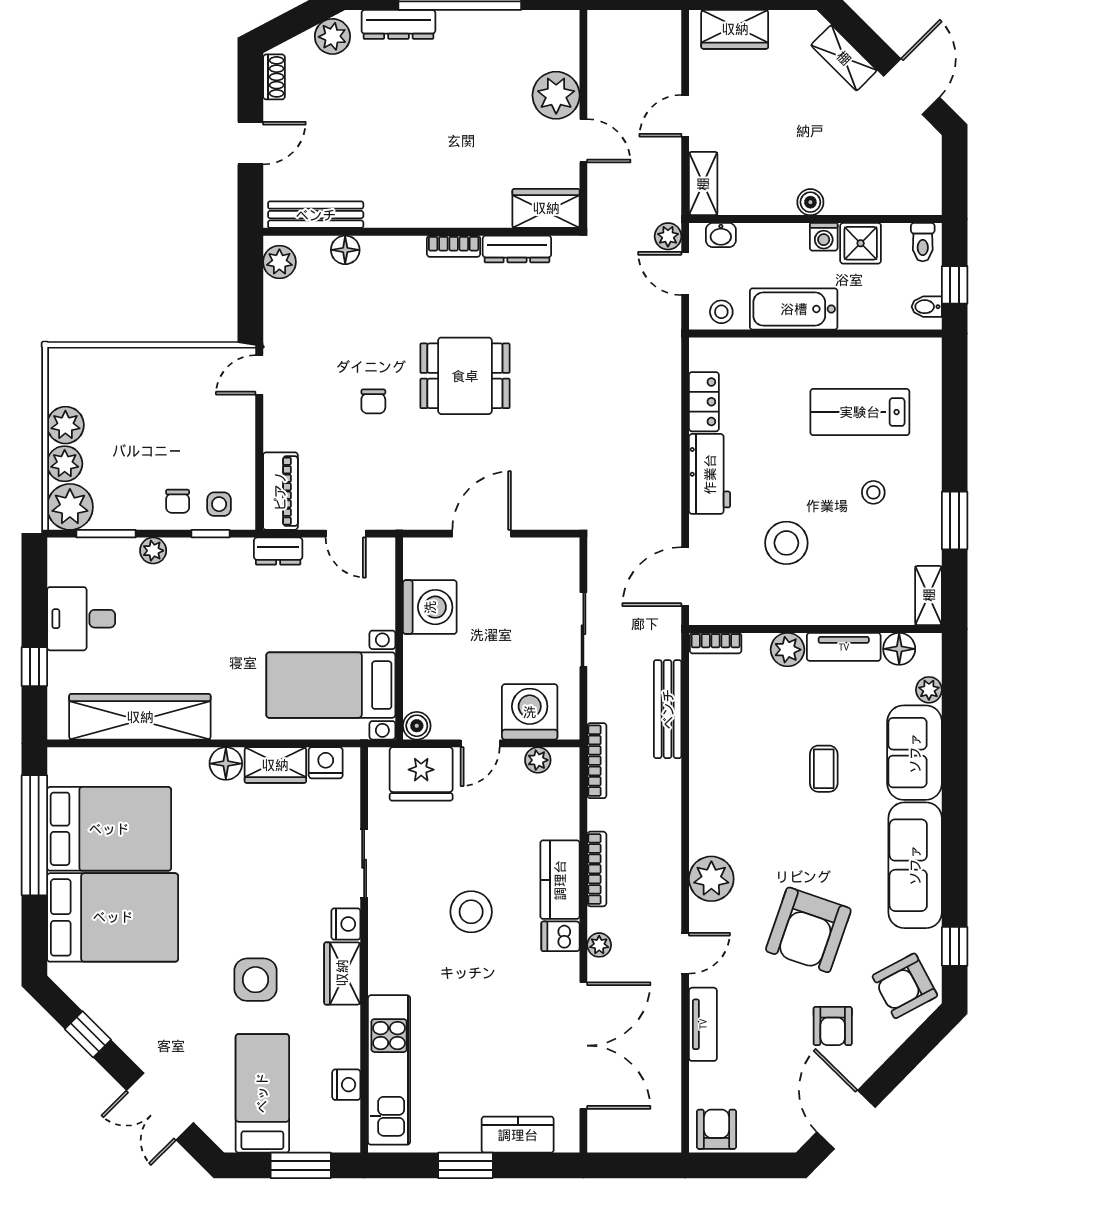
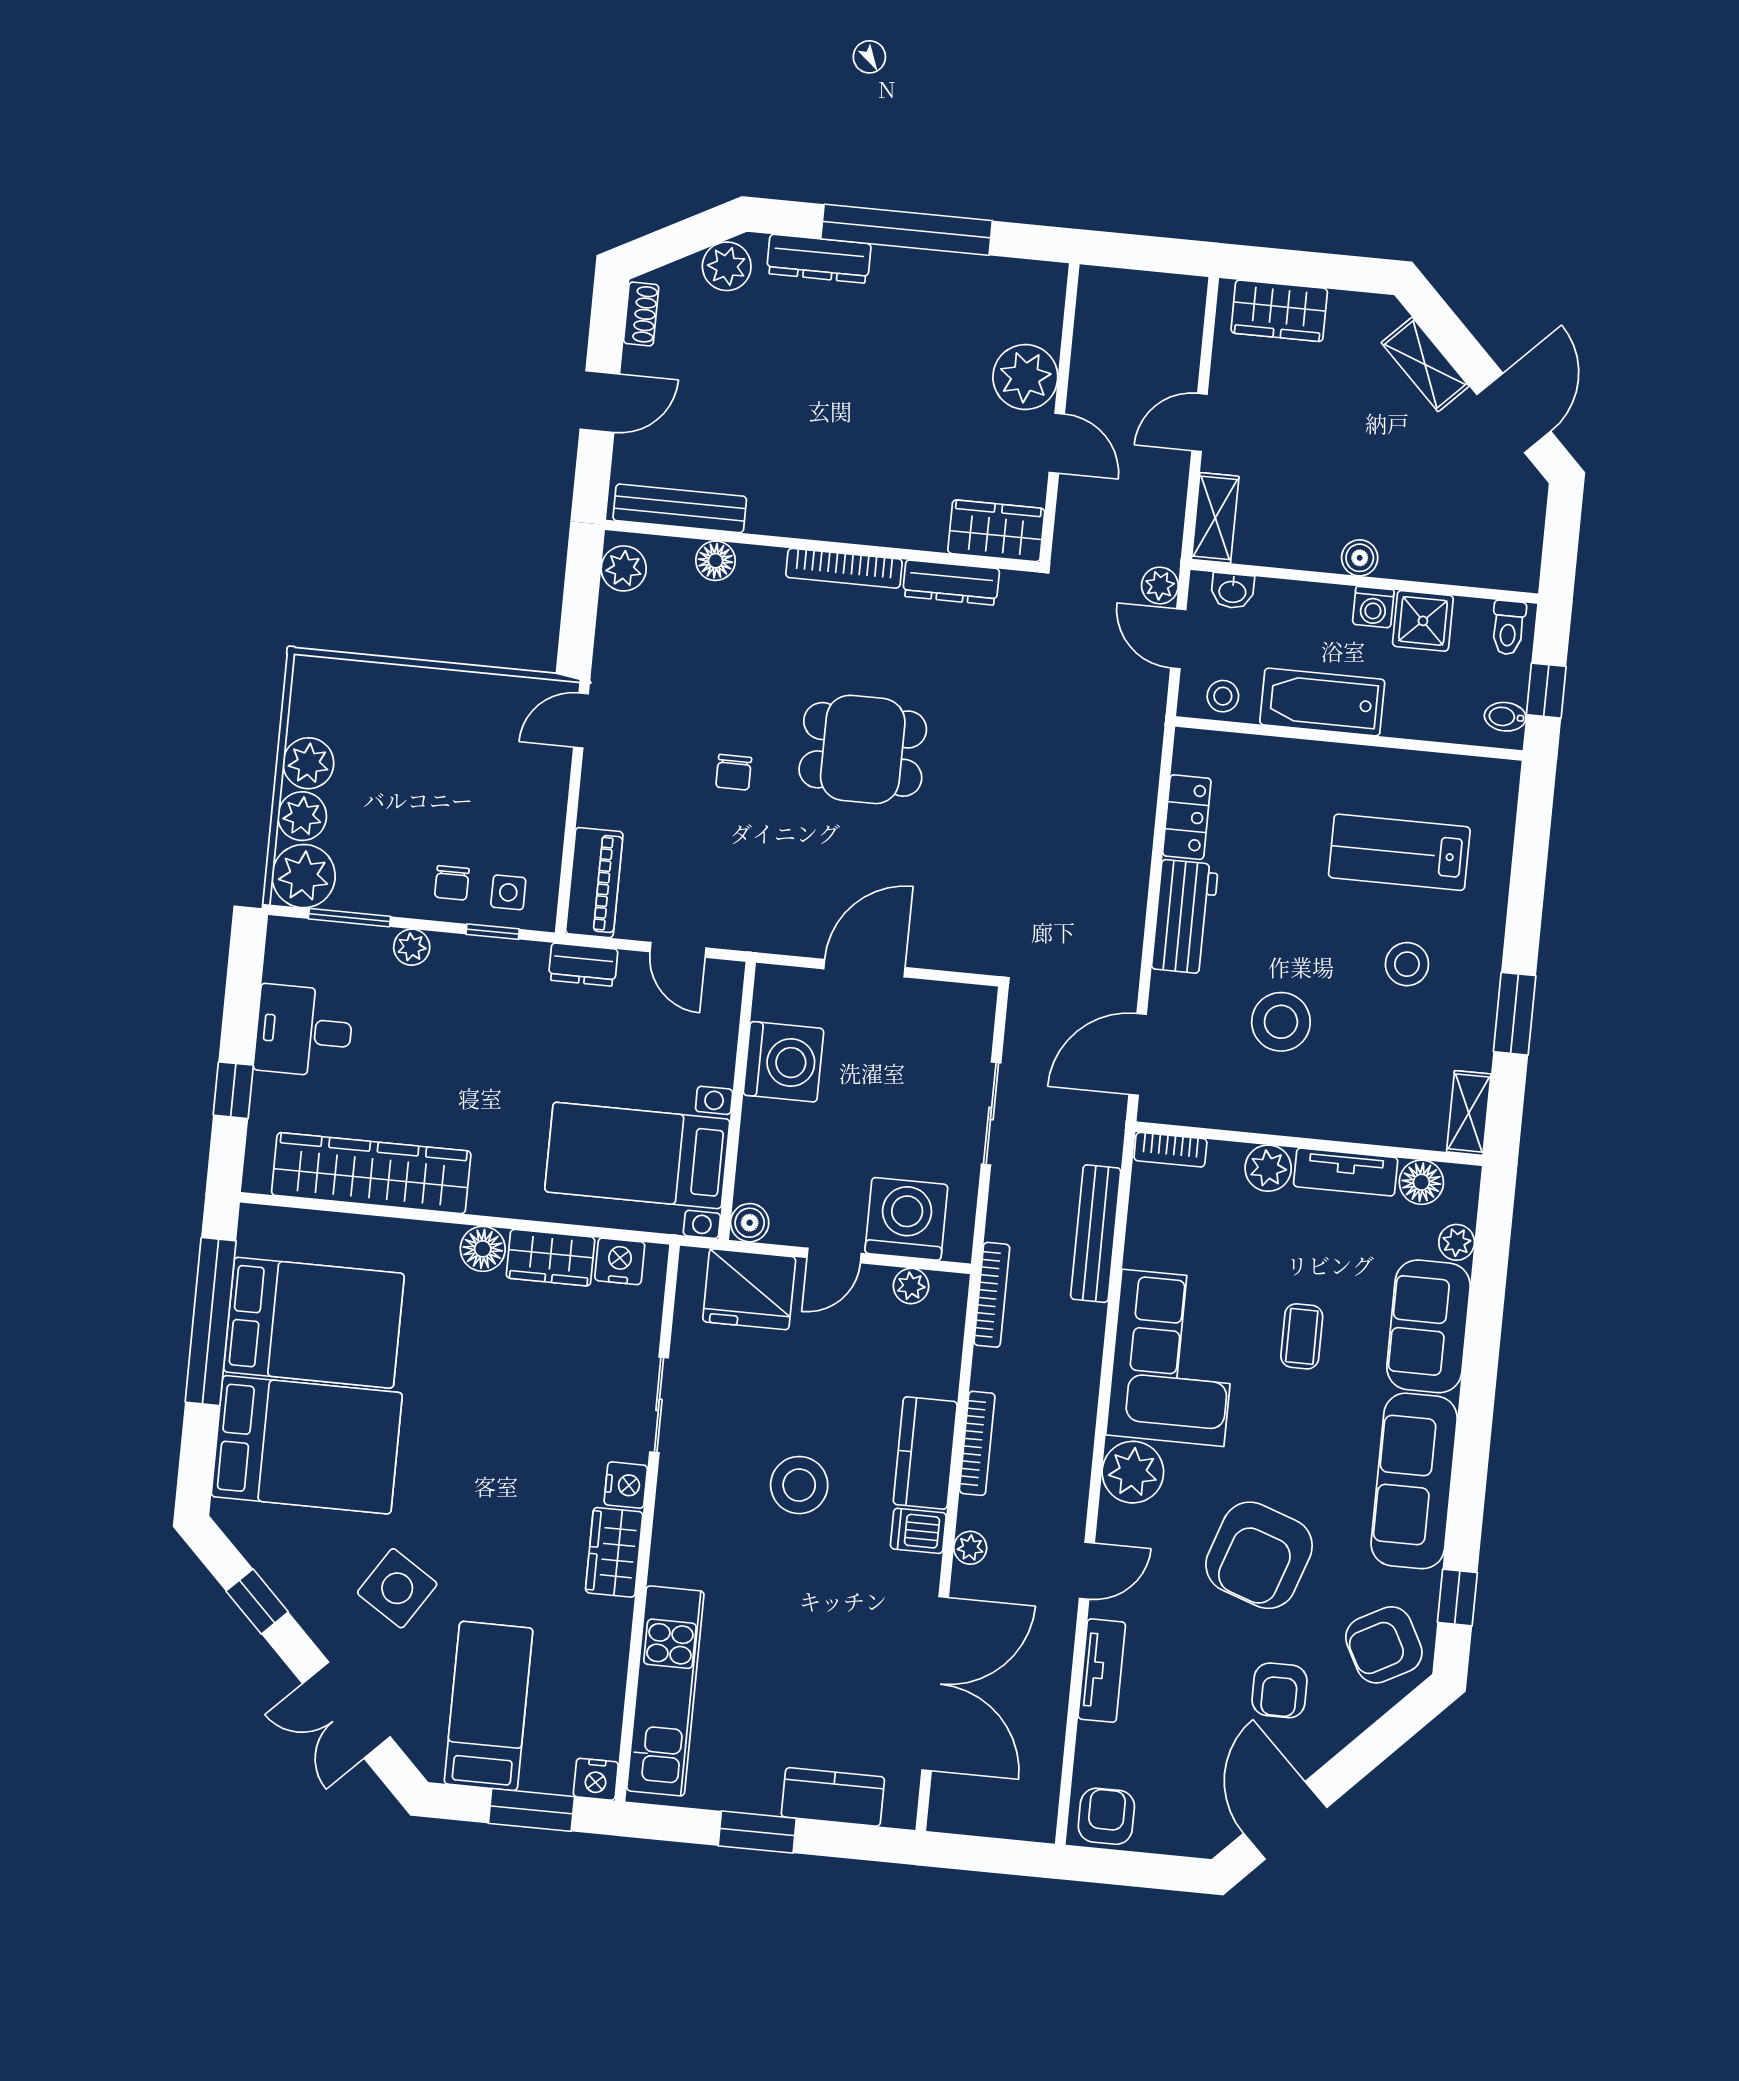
bookcase: (454, 246) -> (844, 568), width x1.56
stool: (873, 492) -> (1407, 964), width x1.37, depth x1.37
corner sofa: (732, 793) -> (1173, 1358), added
side table: (255, 980) -> (397, 1588), moved, turned 33
nightstand: (346, 1085) -> (596, 1779), moved, turned 90

